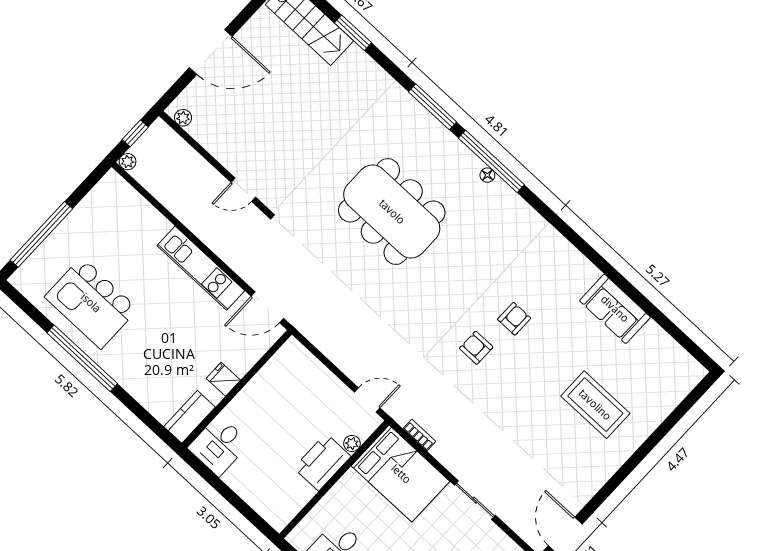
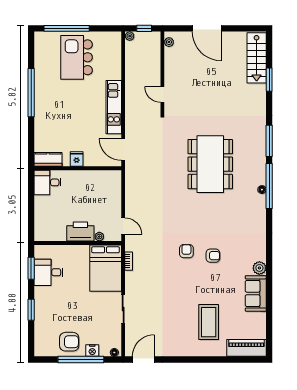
plant: (586, 273) -> (259, 268), added
kitchen island: (91, 303) -> (77, 57), moved
piano: (675, 387) -> (246, 348), added

